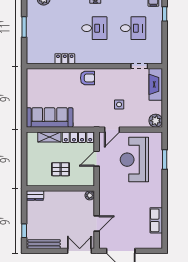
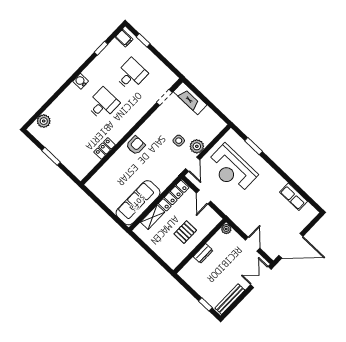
plant: (156, 121) -> (197, 146), moved
dresser: (35, 196) -> (203, 253), moved

